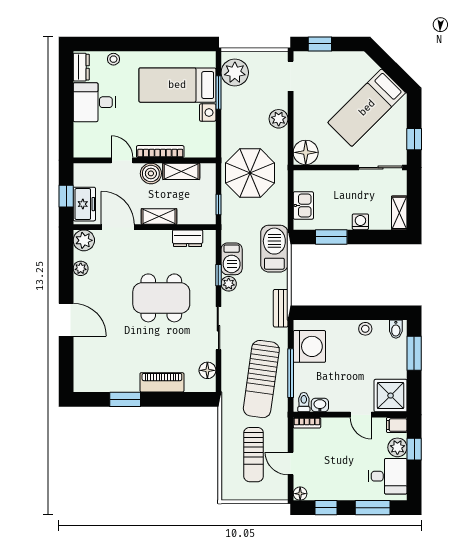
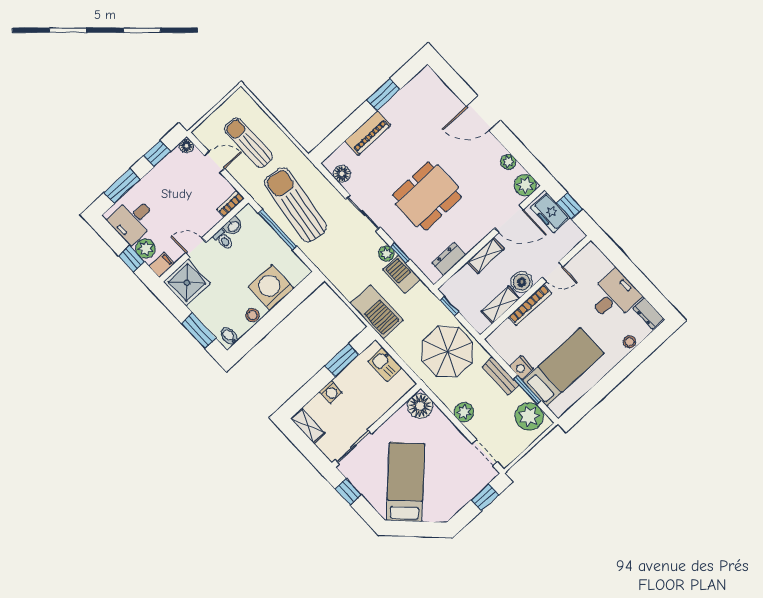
bench: (281, 308) -> (500, 376), moved
washing machine: (309, 346) -> (271, 288), moved, turned 90
toilet: (304, 402) -> (223, 240), moved

